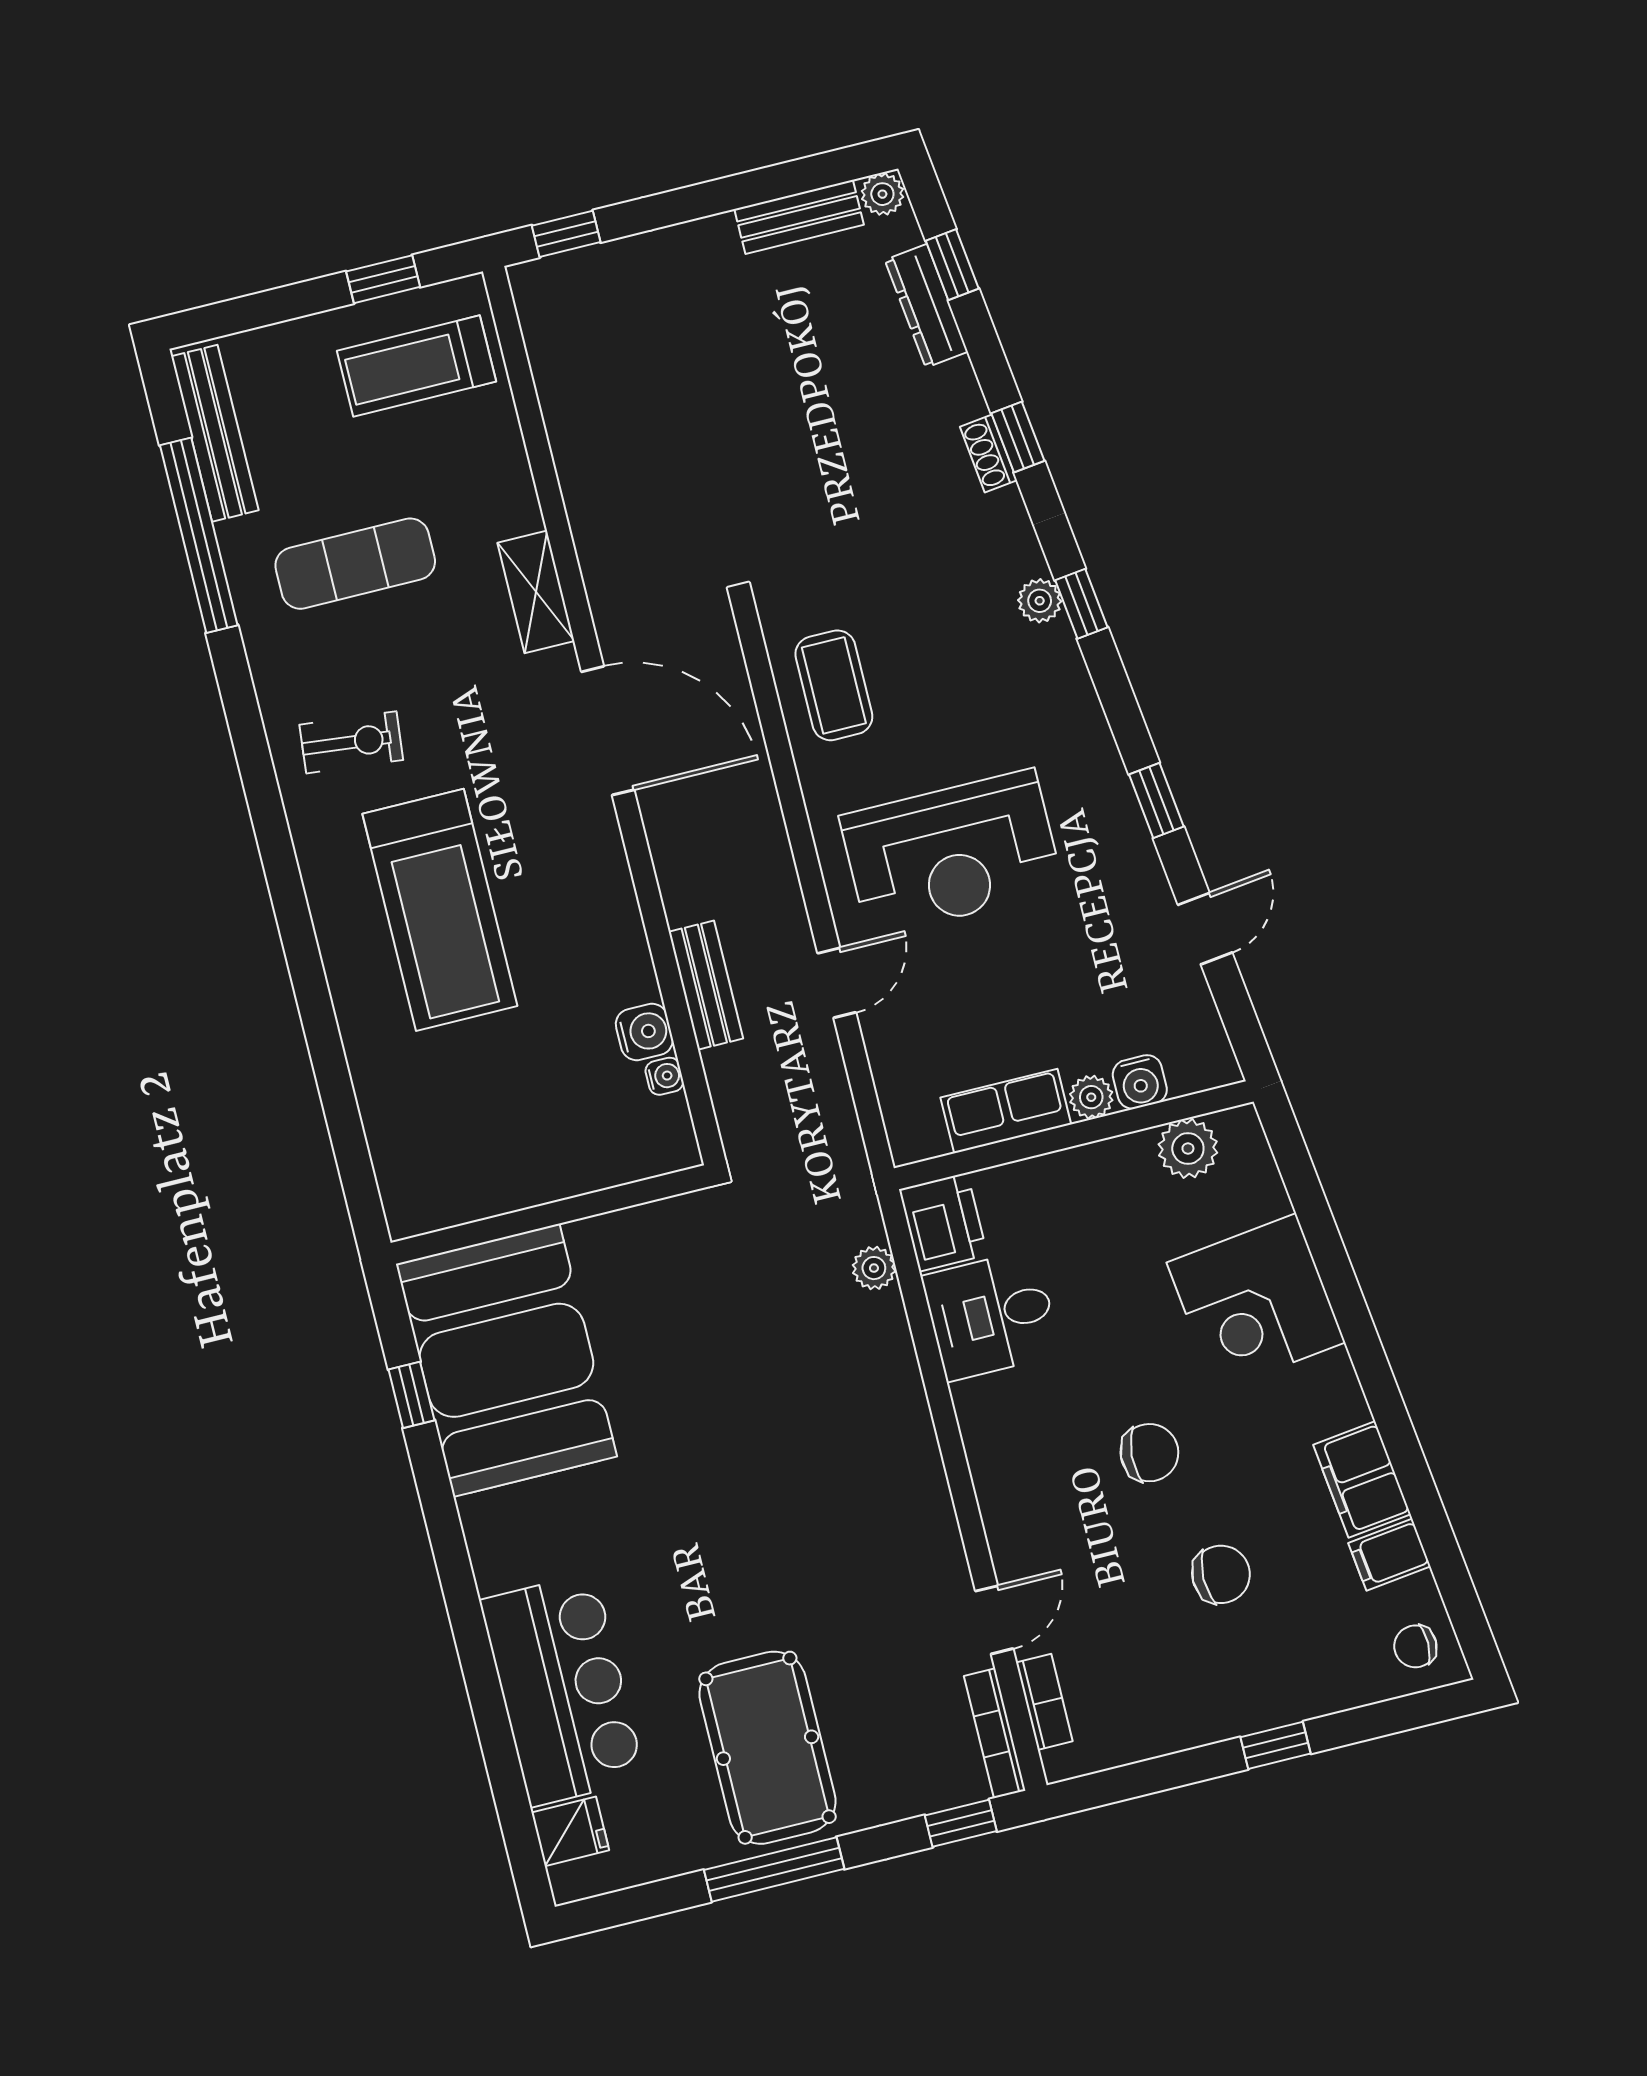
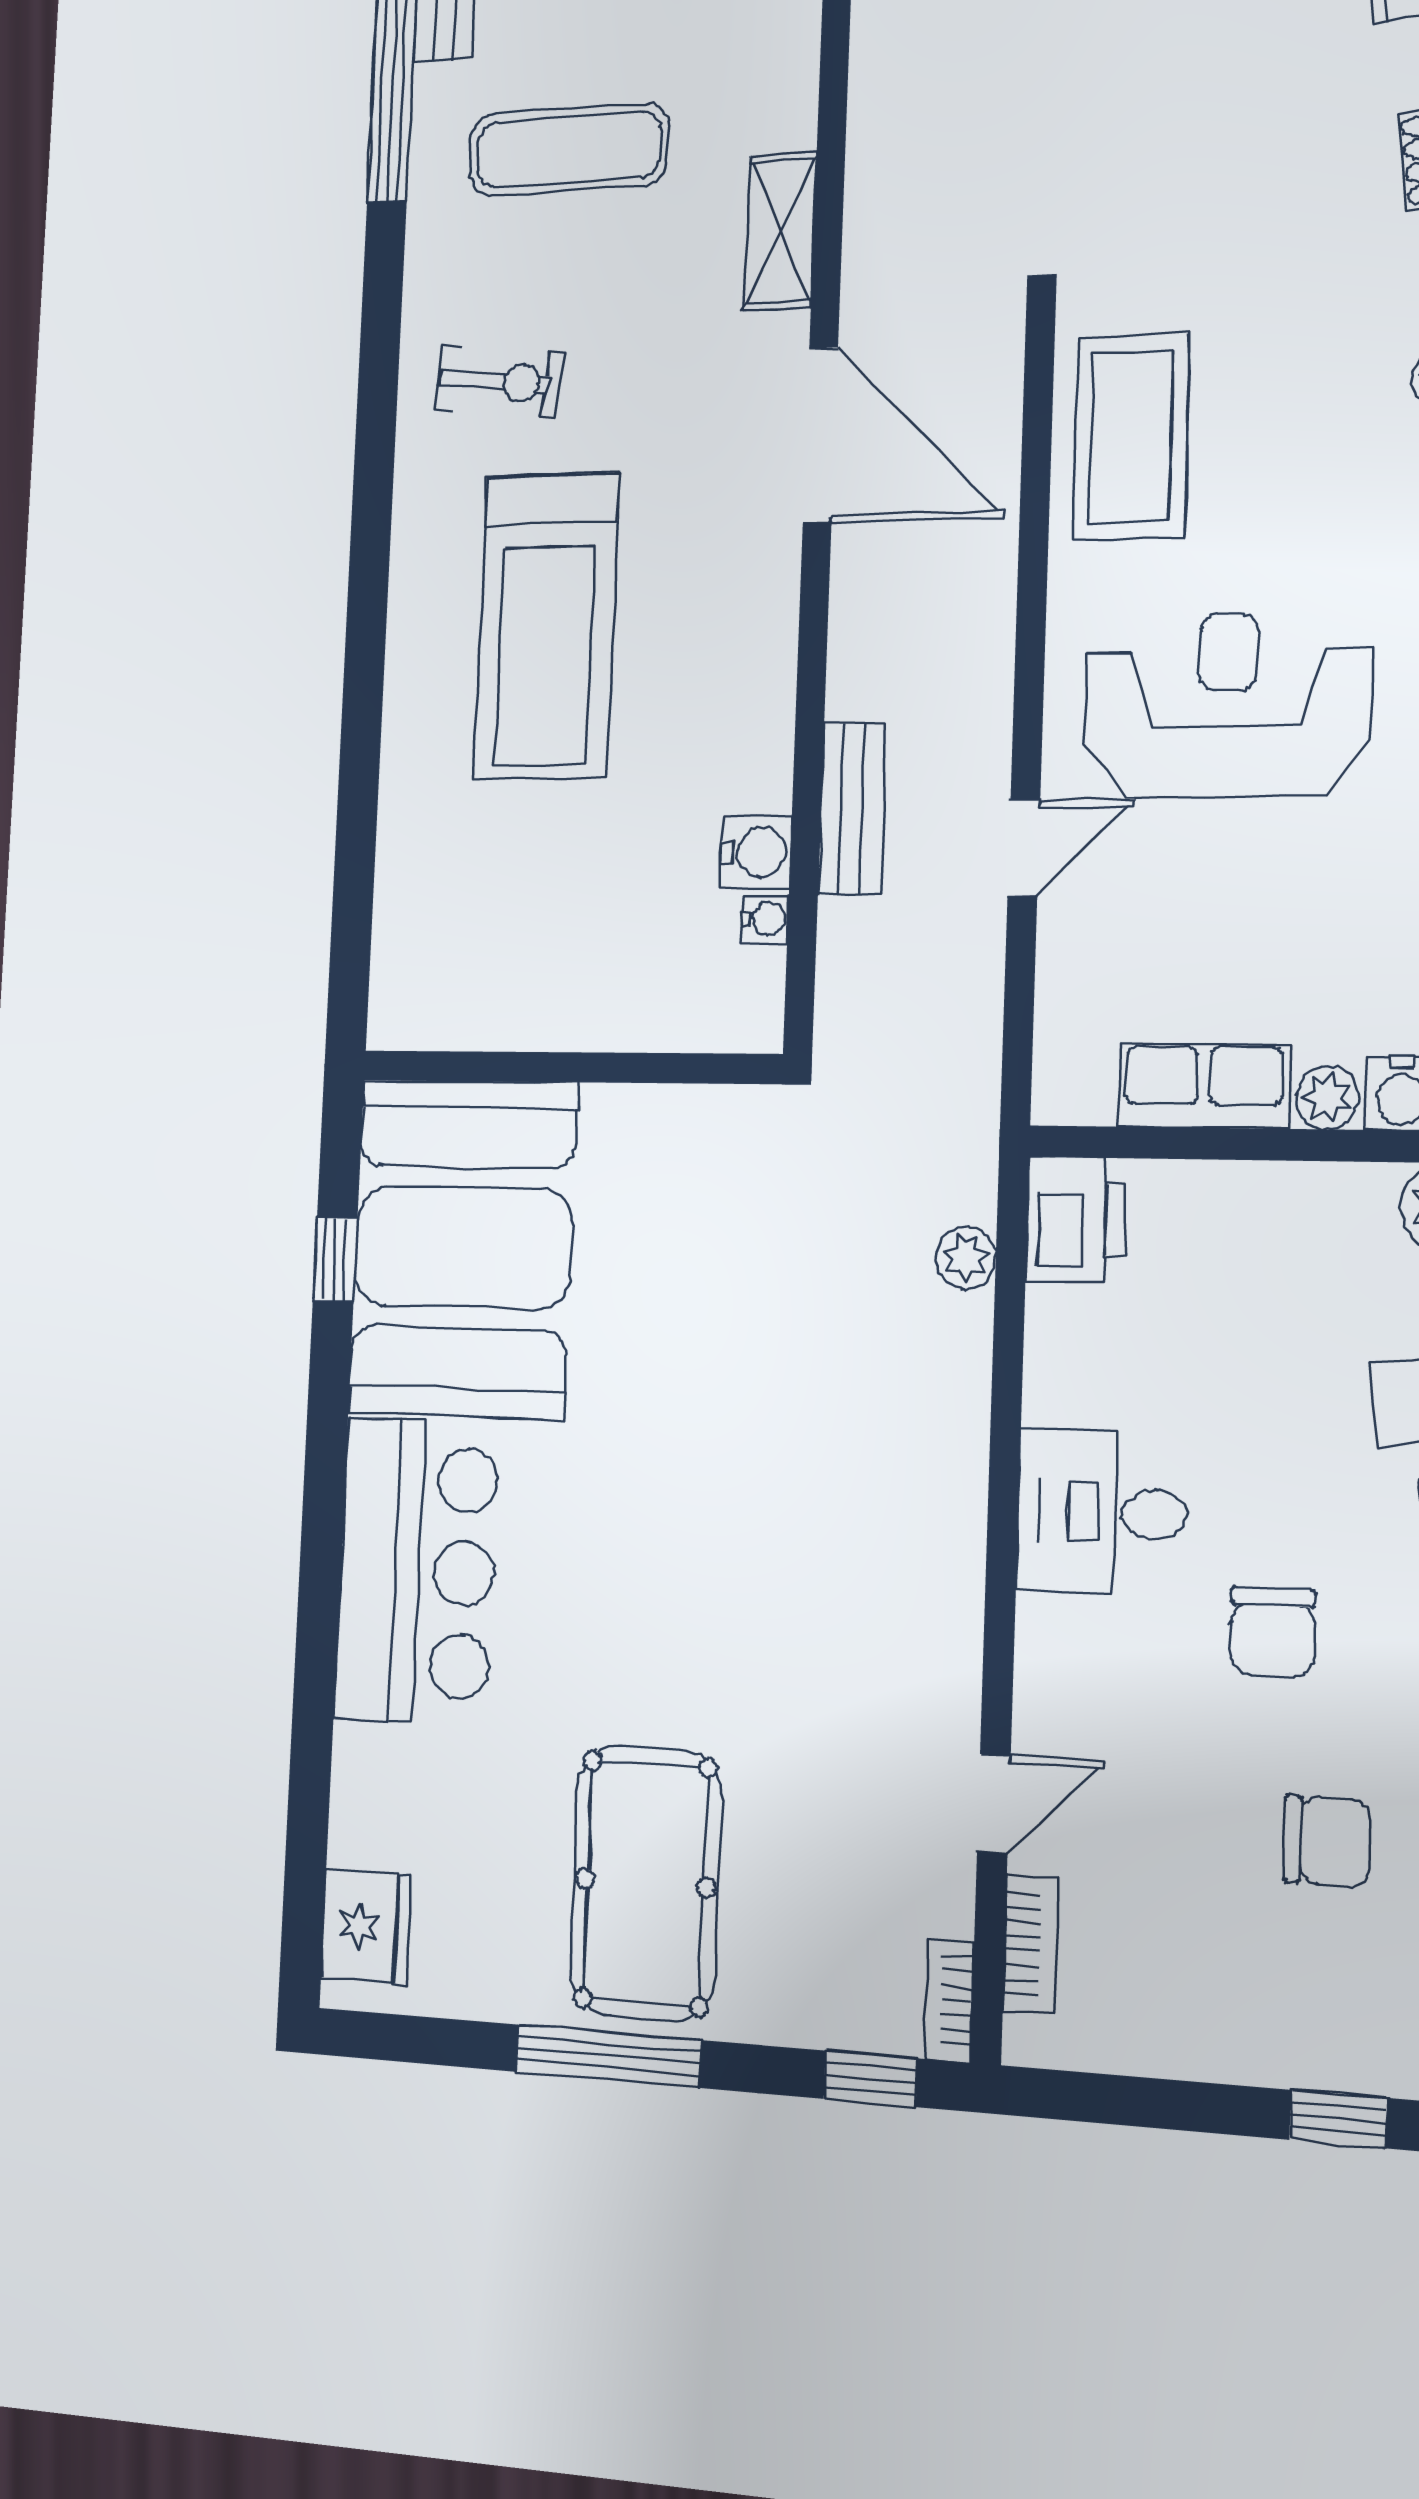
coffee table: (834, 685) -> (1131, 437), width x1.36, depth x1.32
reception desk: (952, 853) -> (1227, 705), turned 180
desk: (991, 1315) -> (1102, 1512), moved
chair: (1149, 1453) -> (1272, 1632), turned 86
bar counter: (562, 1690) -> (416, 1571), moved
bookcase: (995, 1733) -> (950, 2000), width x0.64
fridge: (570, 1831) -> (366, 1927), width x1.38

